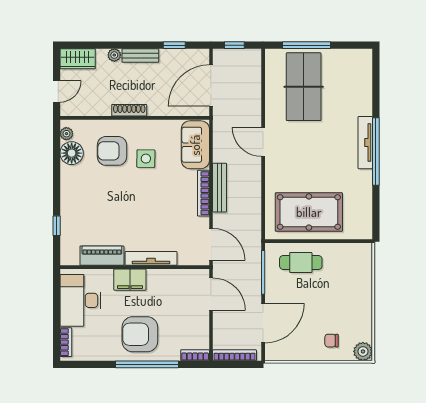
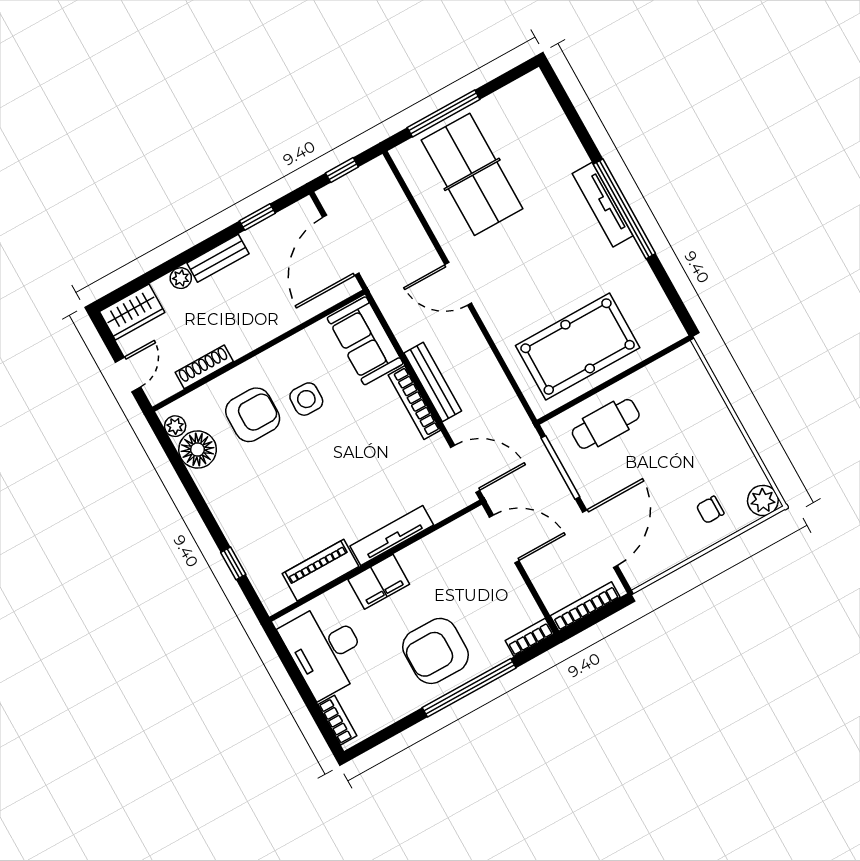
shoe rack: (129, 110) -> (204, 367), moved
armchair: (112, 151) -> (253, 415), turned 180

